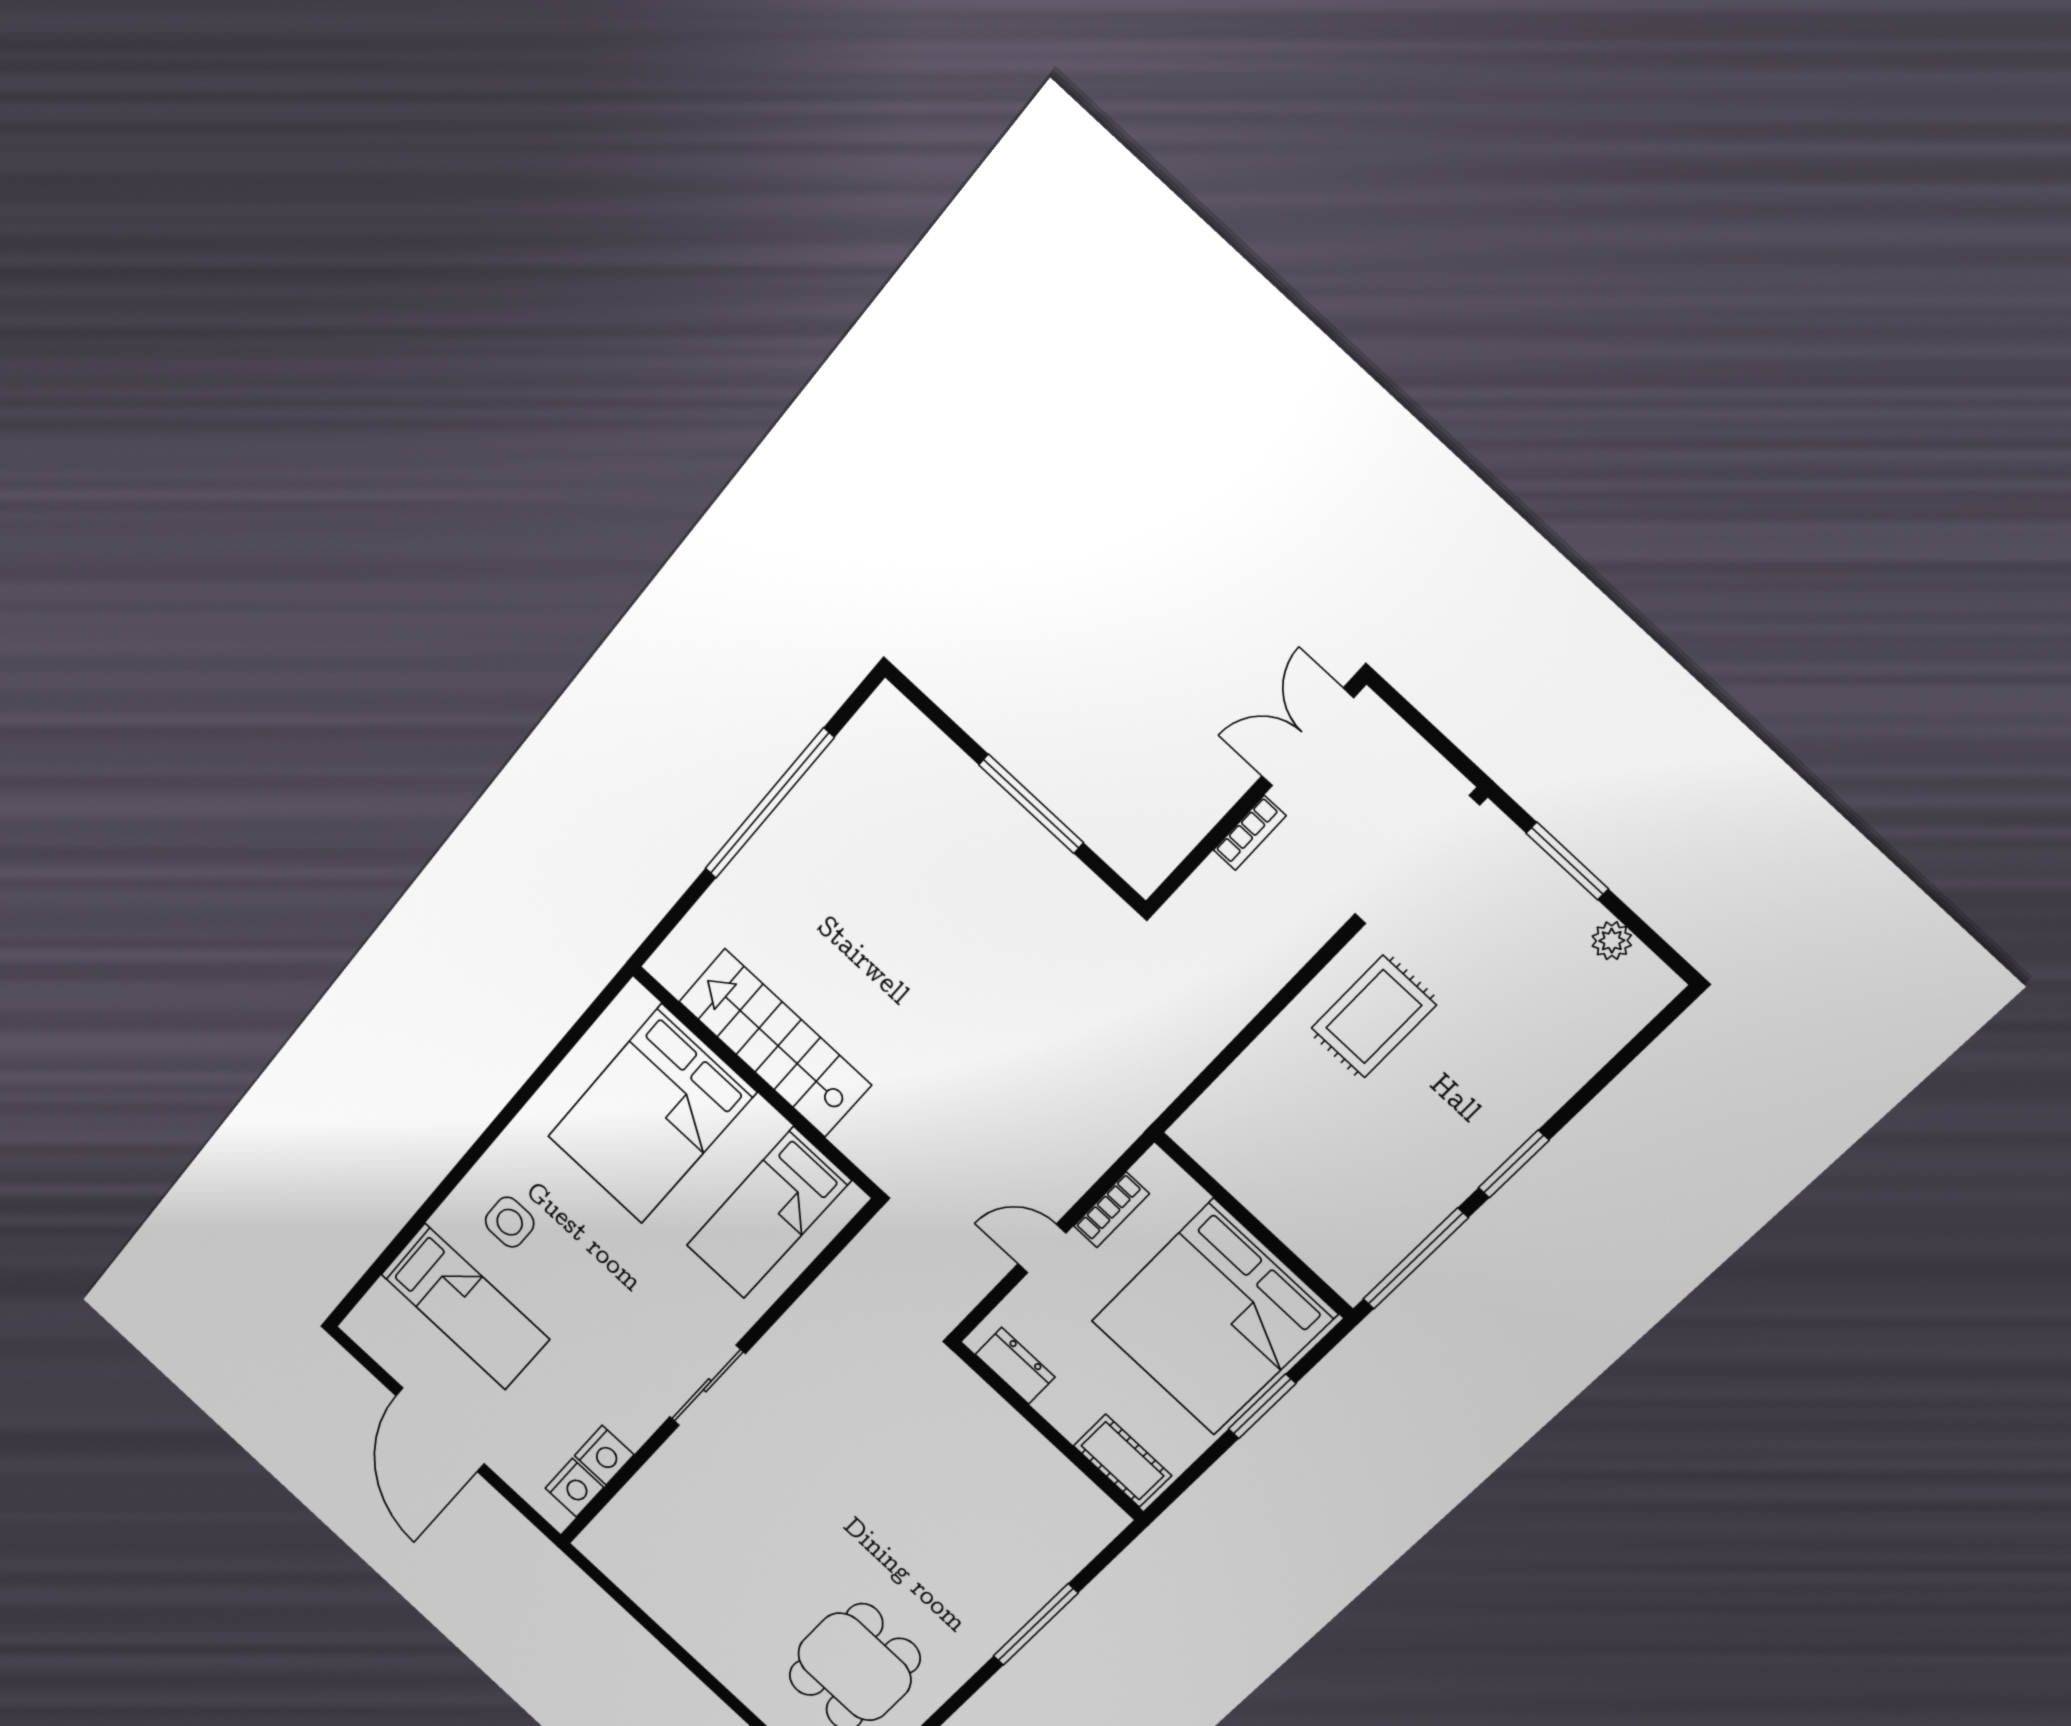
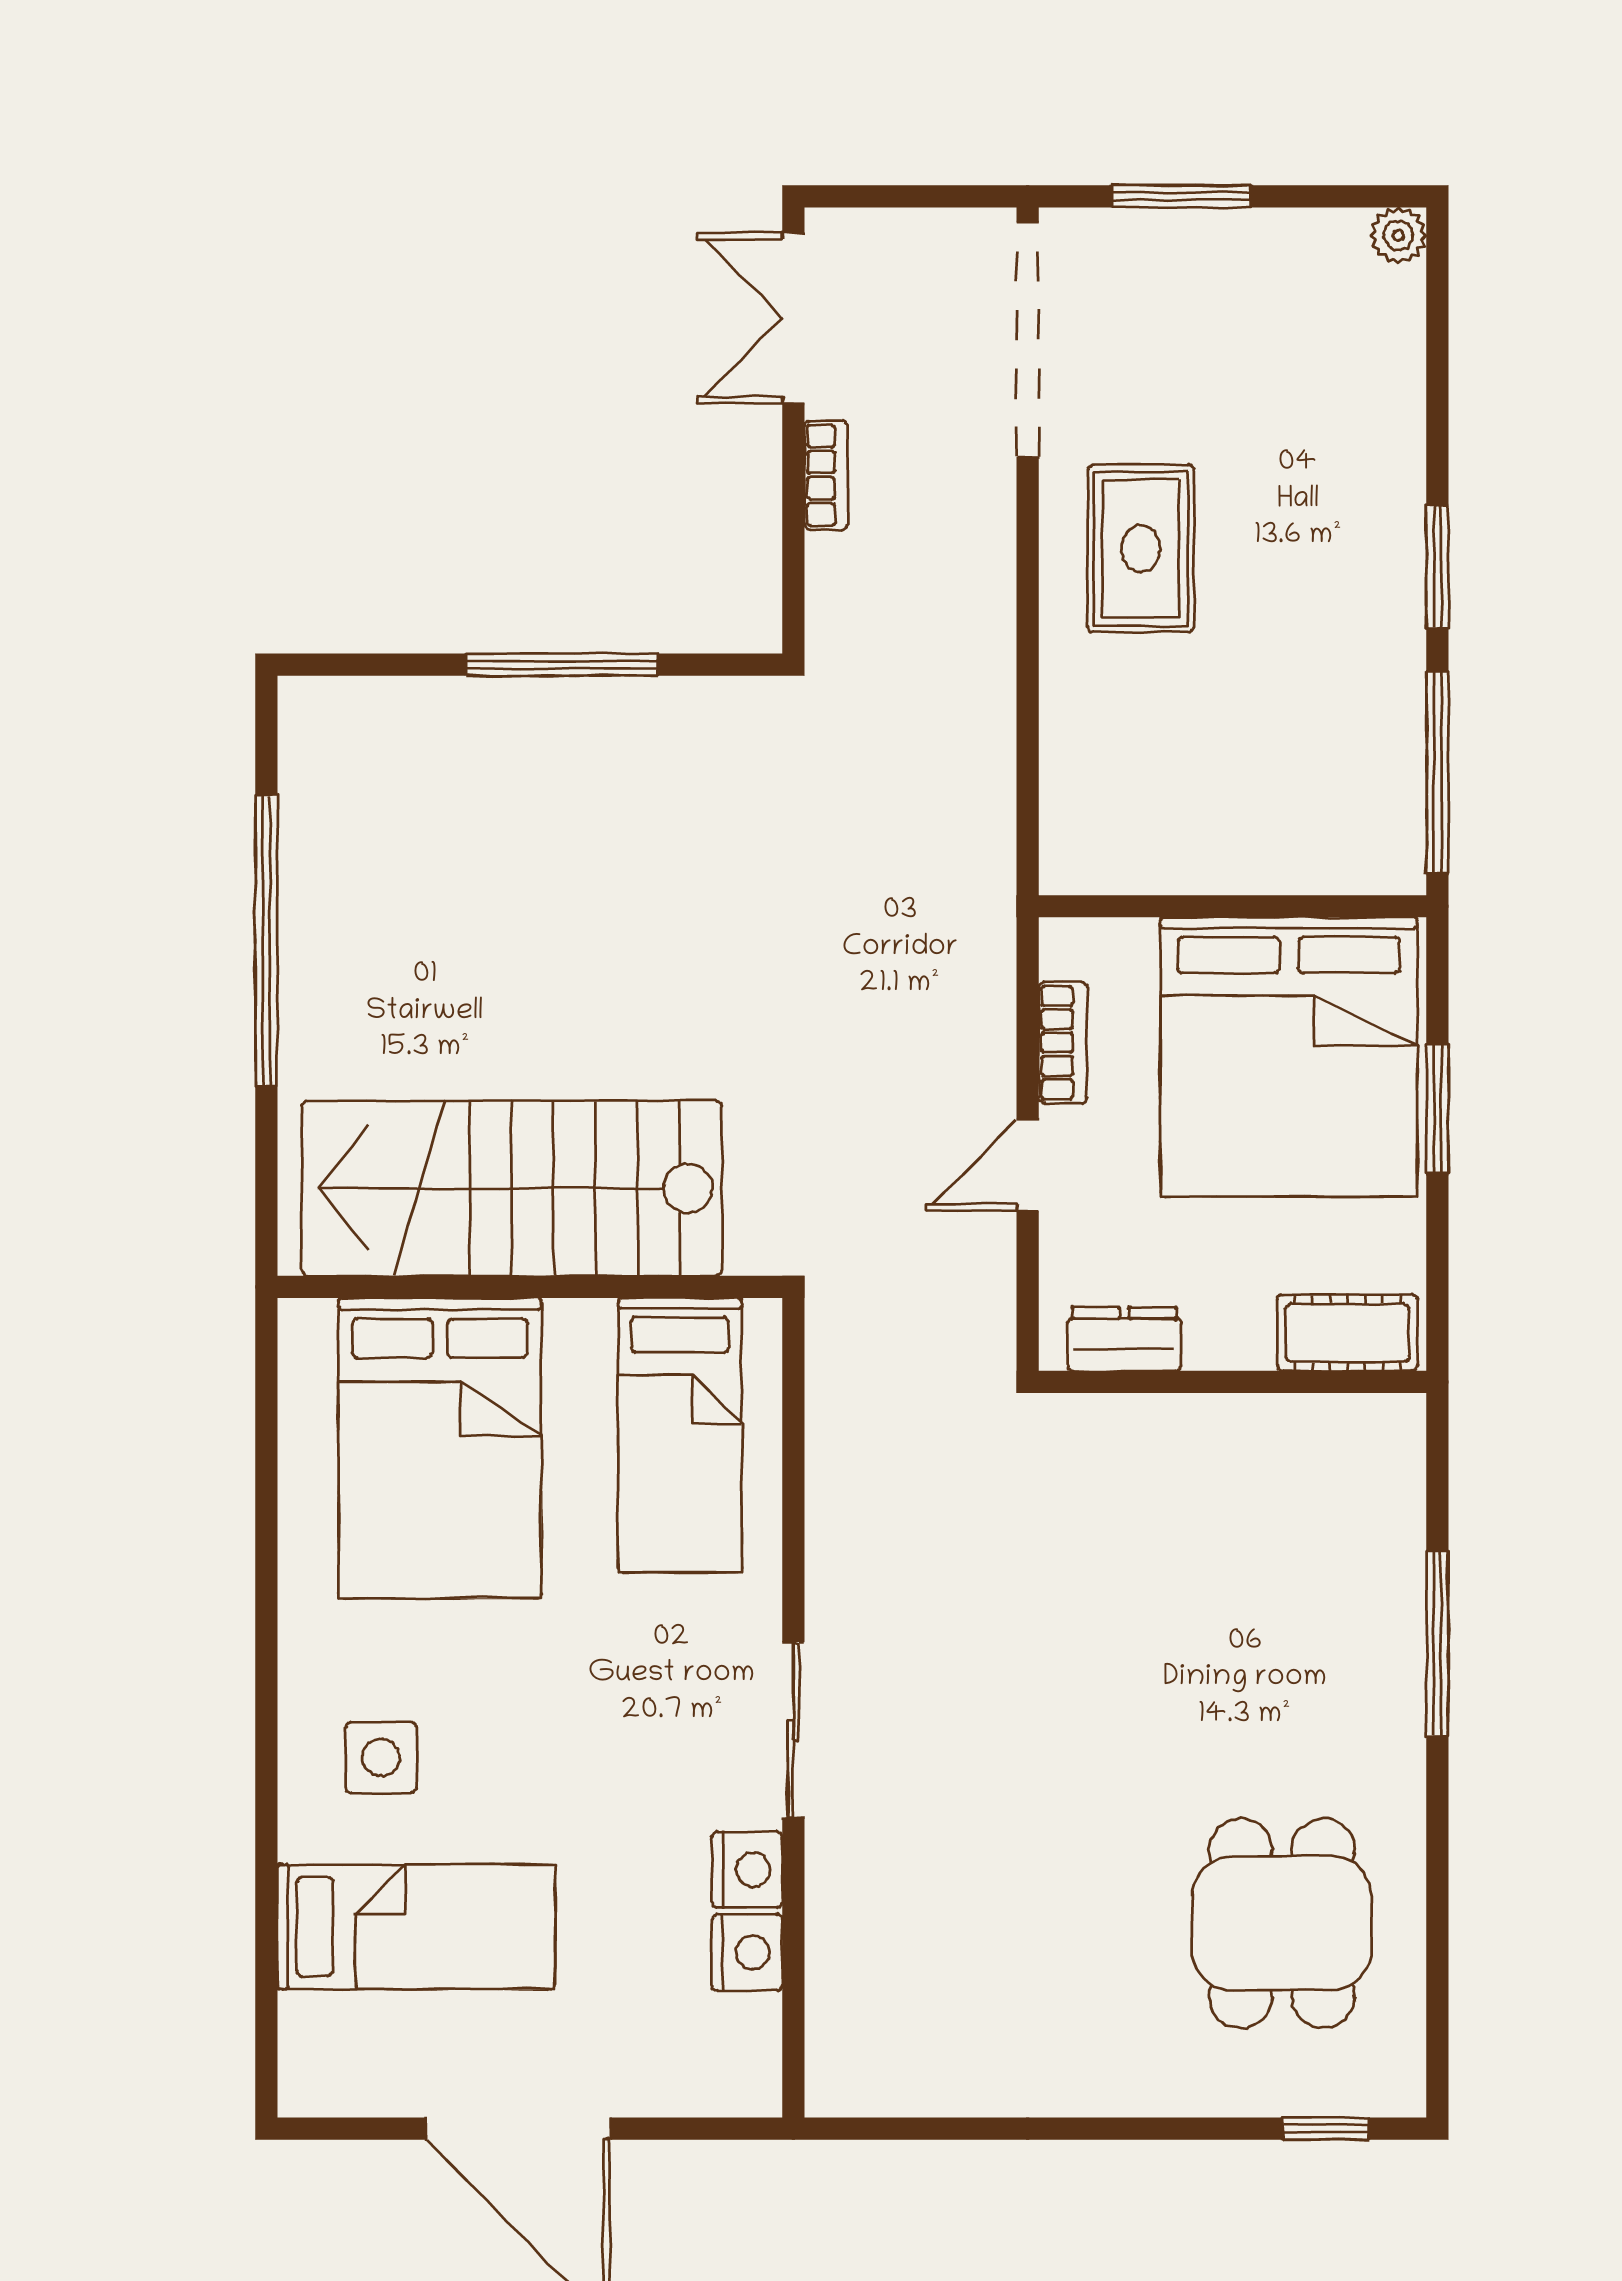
plant: (1612, 941) -> (1398, 235), moved
stairs: (775, 1043) -> (512, 1188), width x1.36, depth x1.51
nightstand: (574, 1488) -> (747, 1870), moved

